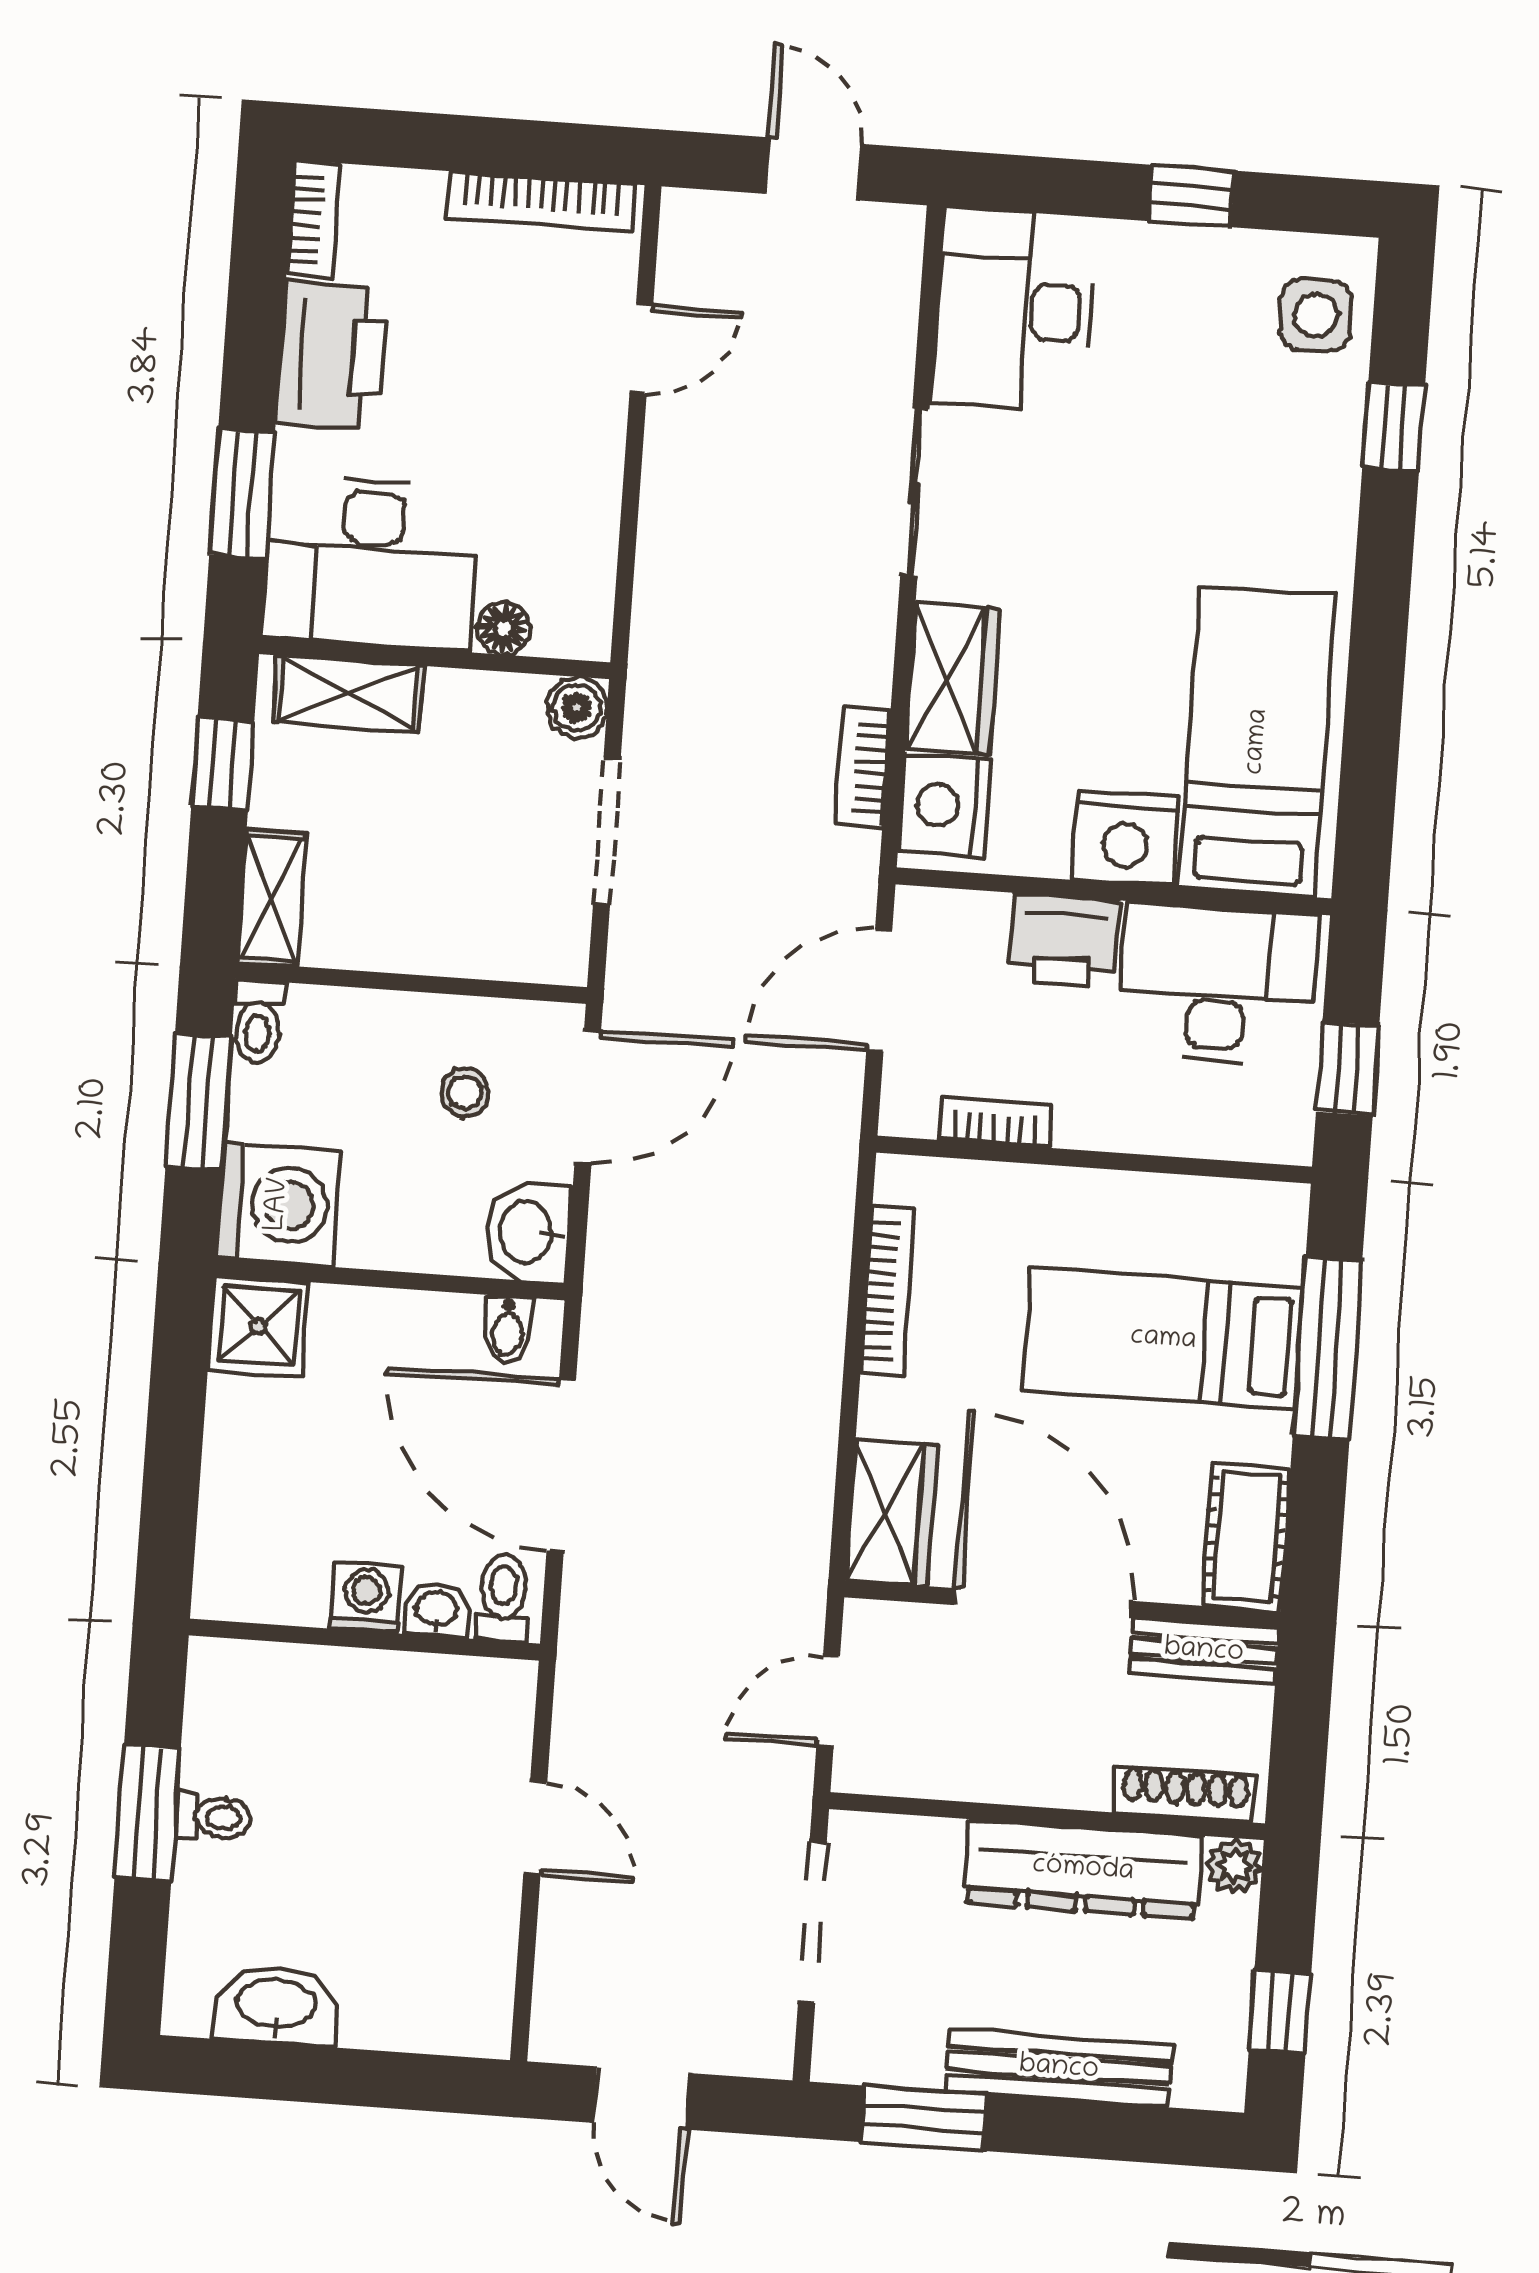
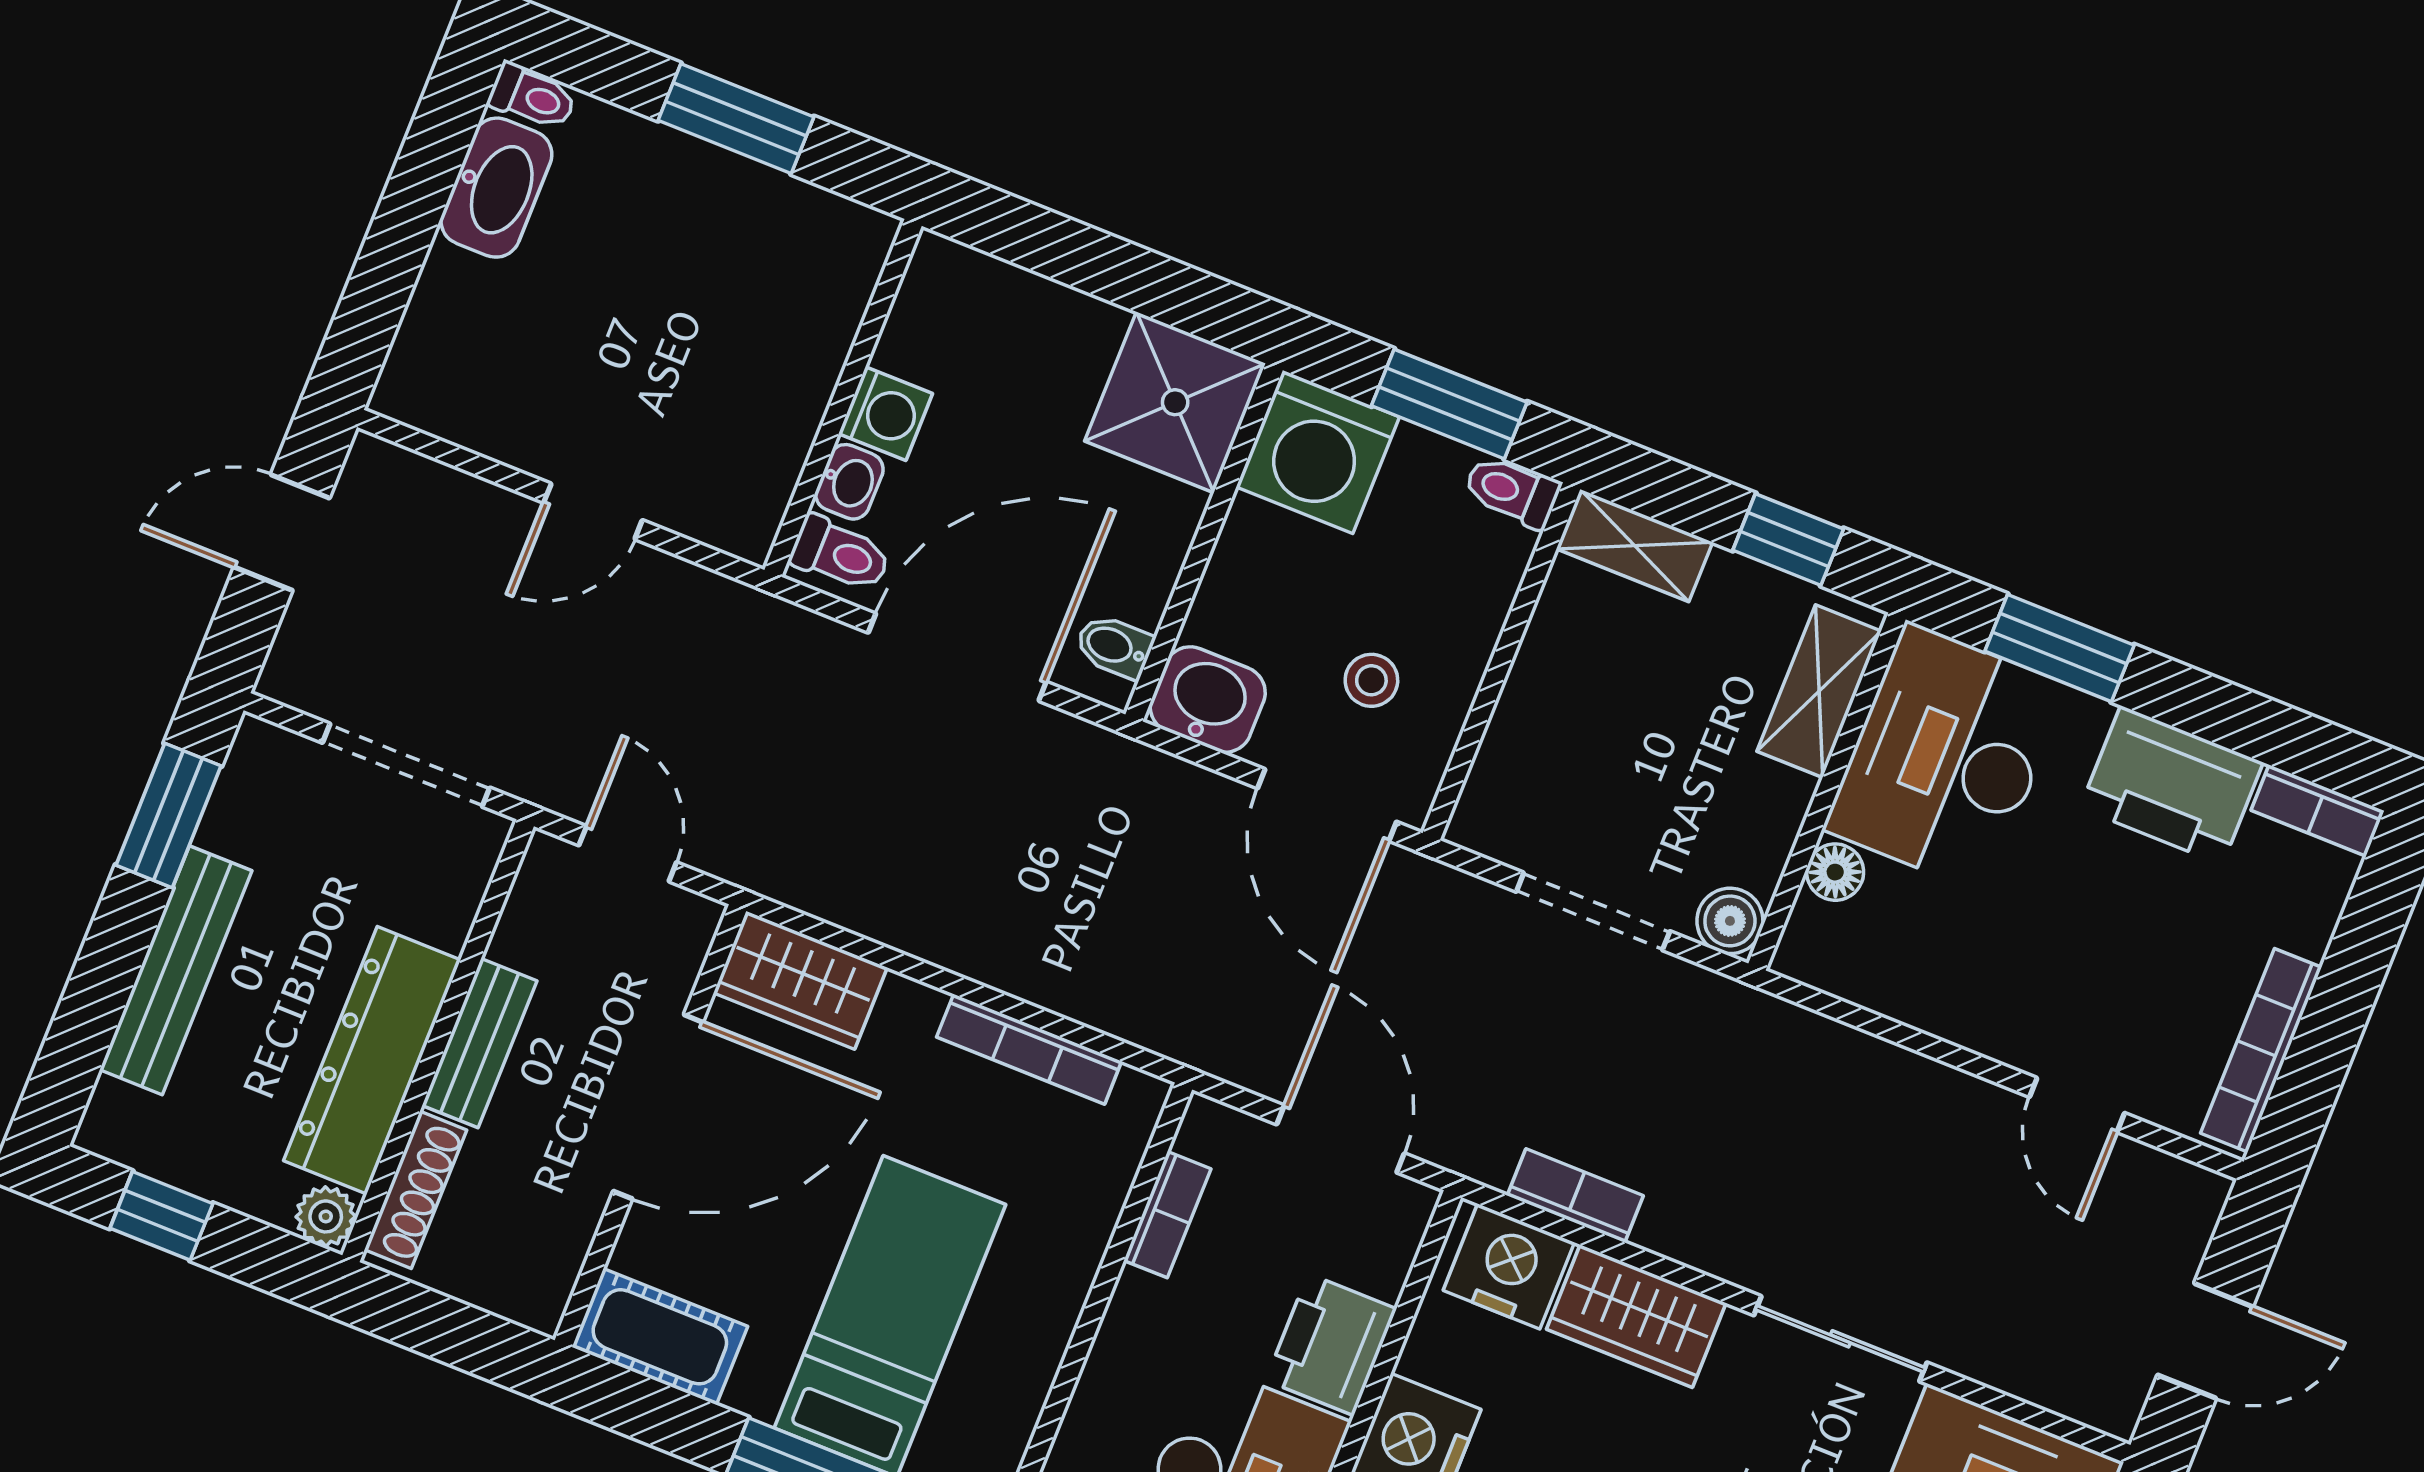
shower: (258, 1326) -> (1175, 402), width x1.36, depth x1.36
bench: (1204, 1651) -> (480, 1043), moved
toilet: (213, 1817) -> (532, 97), moved, turned -90

